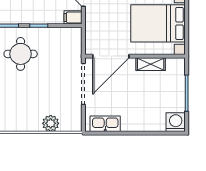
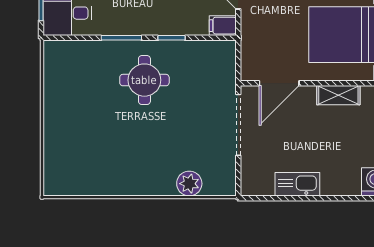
door: (111, 56) -> (279, 83), width x0.73
kitchen sink: (105, 124) -> (297, 184), moved

